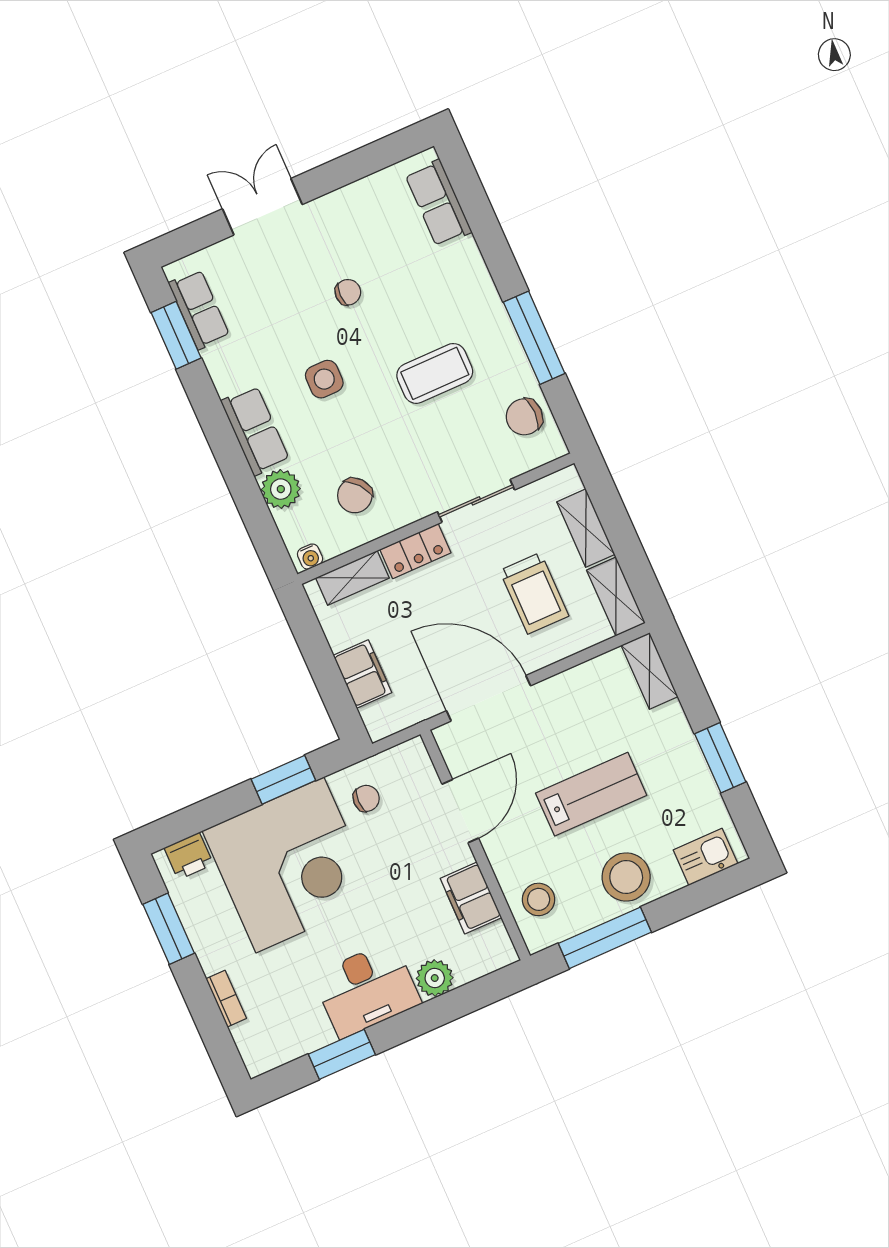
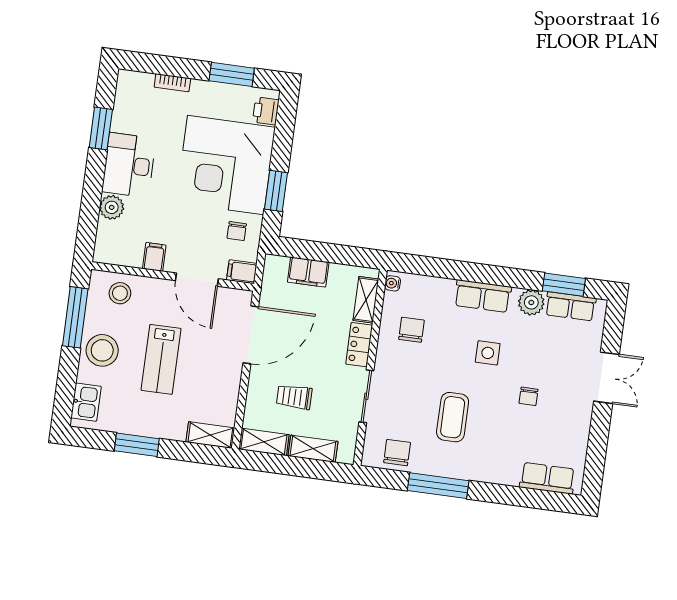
plant: (281, 489) -> (531, 302), moved
chair: (355, 495) -> (411, 330), turned 39
trolley: (534, 593) -> (294, 397), width x0.73, depth x0.72
filing cabinet: (415, 760) -> (242, 272), added
filing cabinet: (471, 898) -> (154, 257), width x0.50

